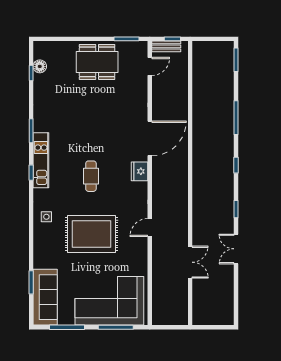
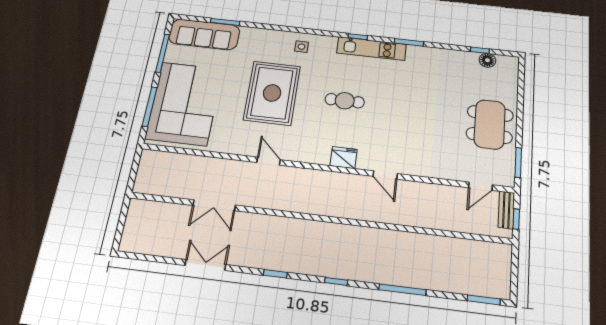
door: (150, 66) -> (480, 186), hinge flipped
door: (150, 138) -> (385, 175), width x0.53
double door: (236, 249) -> (205, 265), moved

